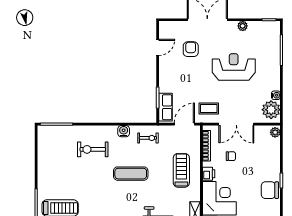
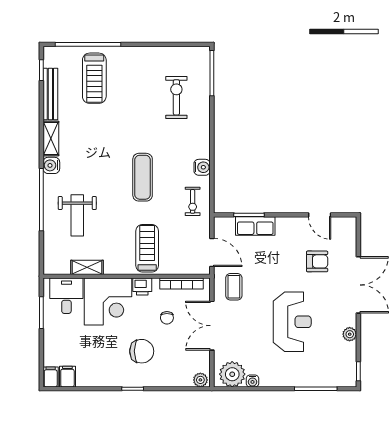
row of seats: (165, 107) -> (255, 226), moved
exercise bike: (93, 149) -> (176, 97), moved
treadmill: (181, 170) -> (147, 248), turned -90
chair: (270, 190) -> (142, 351), moved, turned 90

